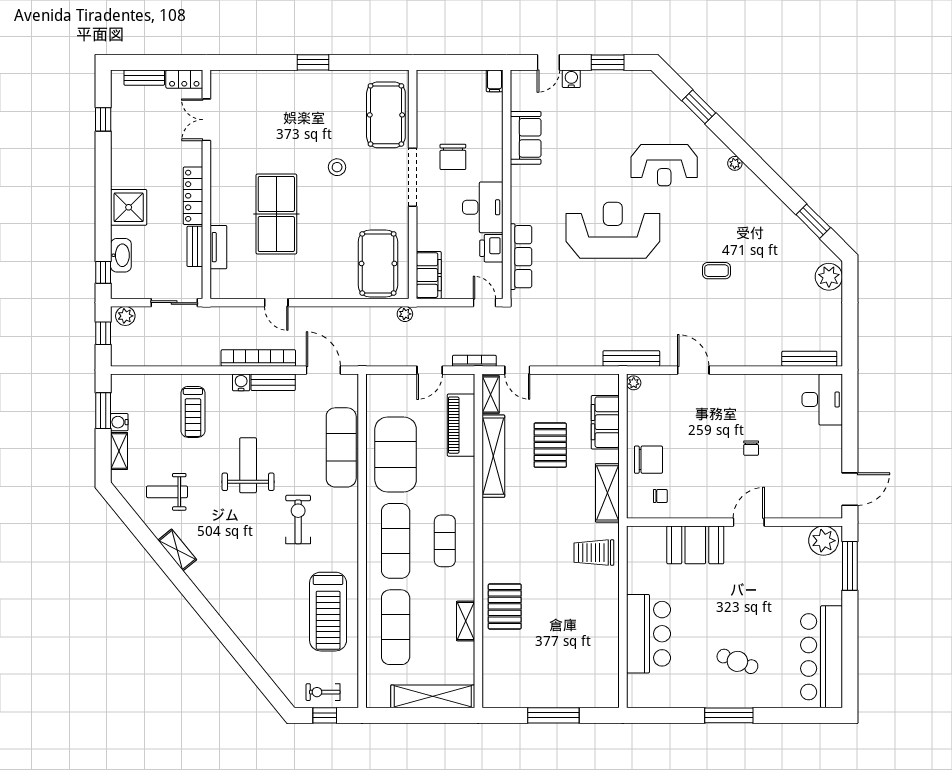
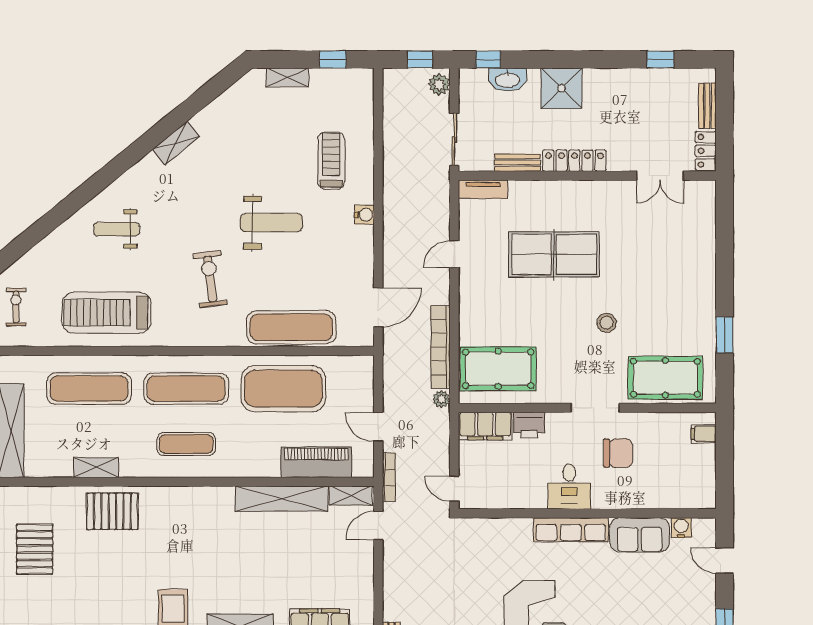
window: (313, 62) -> (724, 335), moved
water cooler: (571, 79) -> (681, 528), moved, turned -90
filing cabinet: (495, 81) -> (704, 434), moved
double door: (206, 120) -> (660, 176), swing flipped
chair: (453, 157) -> (618, 453), turned 180
doorway: (413, 177) -> (595, 408), width x0.73
desk: (483, 207) -> (569, 487), width x0.73
tv unit: (218, 247) -> (483, 189), moved
printer: (491, 248) -> (529, 425), moved, turned 180
row of seats: (521, 257) -> (571, 530), moved
door: (484, 303) -> (454, 489), swing flipped
bookcase: (258, 358) -> (441, 347), moved, turned 180
bench: (273, 382) -> (365, 251), removed
window: (103, 411) -> (333, 60), width x0.67
treadmill: (193, 412) -> (331, 161), turned 90
water cooler: (119, 422) -> (320, 78), removed
pallet: (550, 445) -> (35, 549), moved, turned 90
weight bench: (167, 492) -> (117, 229), moved, turned -90
exercise bike: (298, 519) -> (210, 279), turned -97

